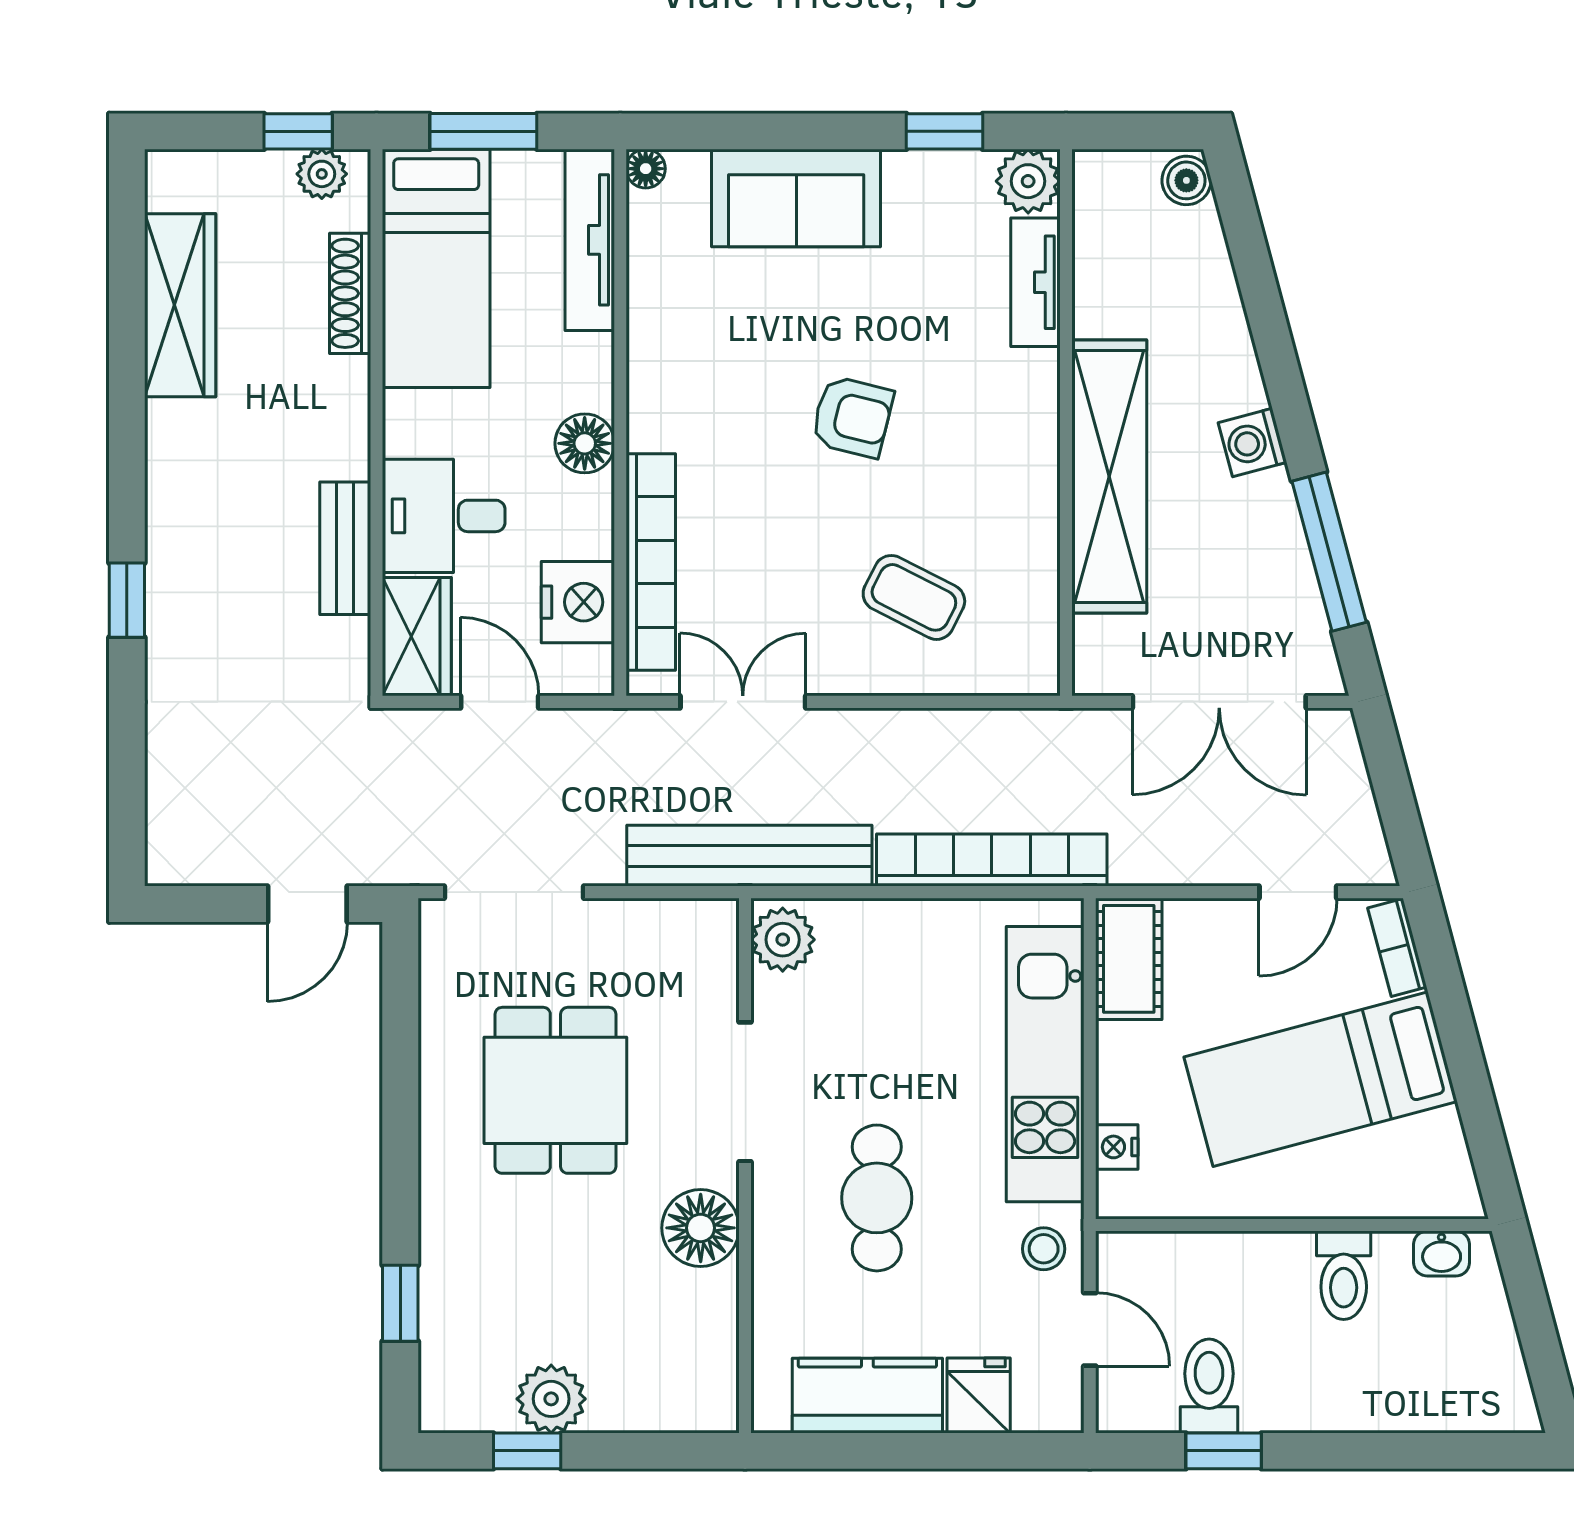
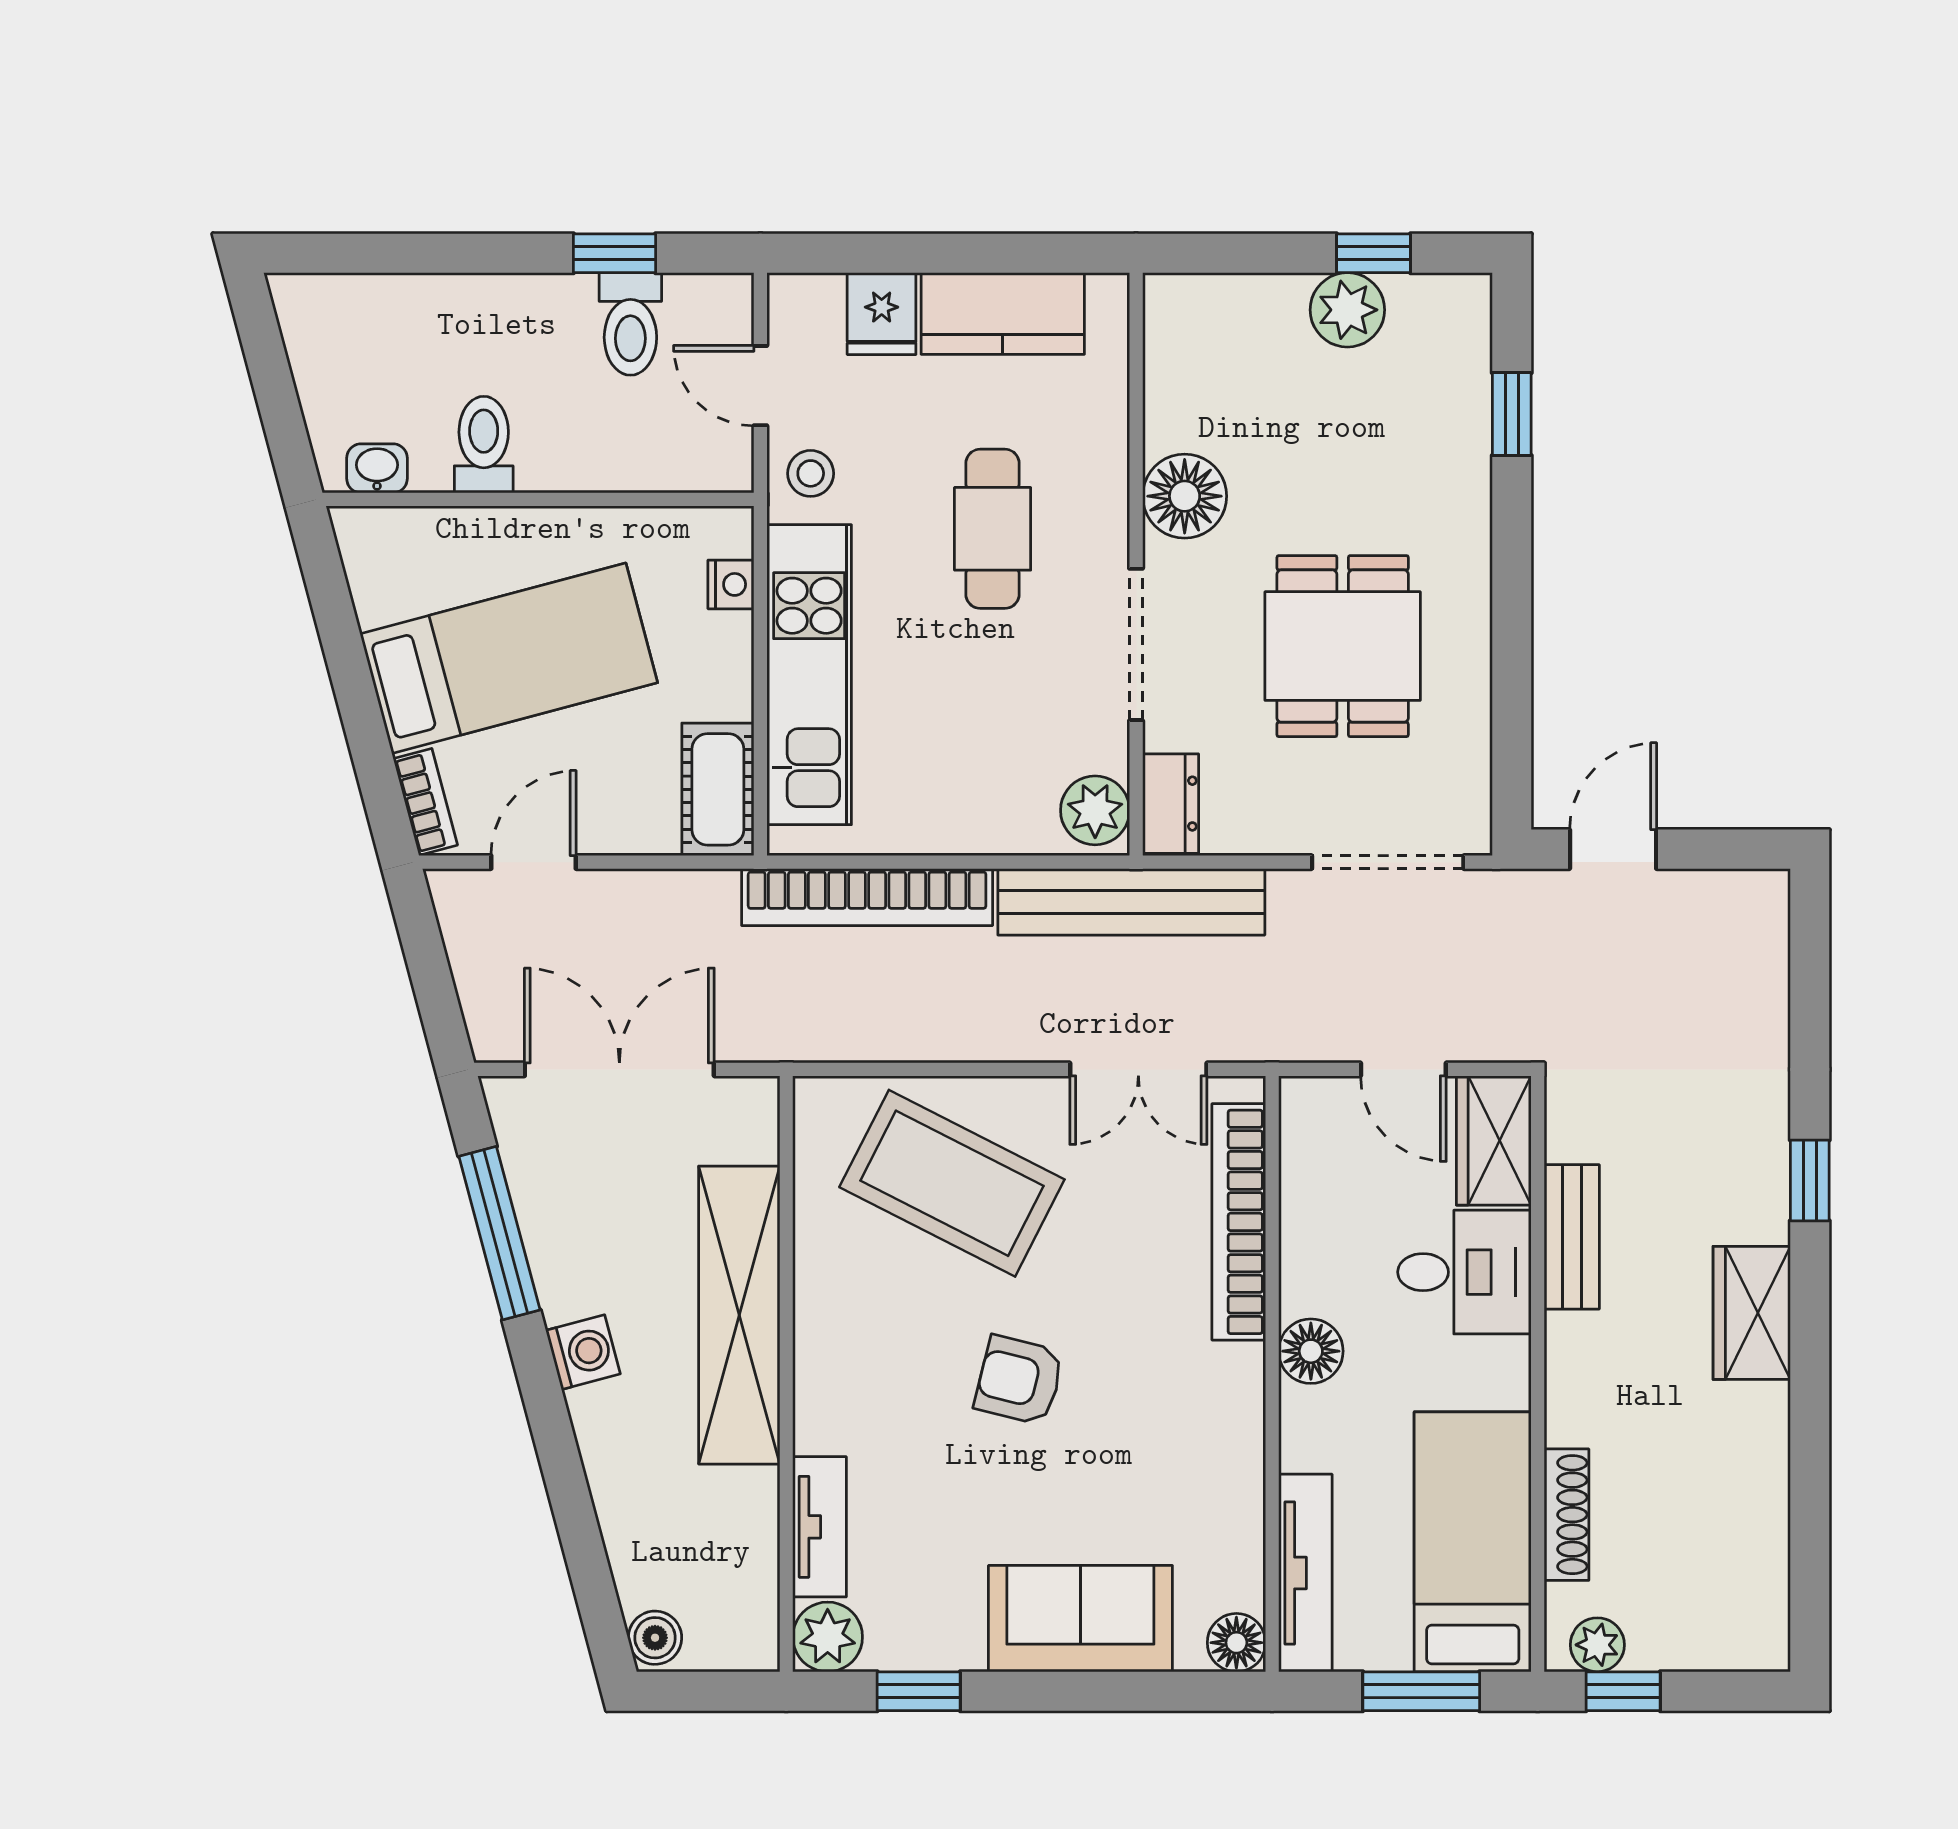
floor lamp: (646, 169) -> (1236, 1643), width x1.37, depth x1.37
wardrobe: (180, 305) -> (1752, 1313), moved, width x0.67
coffee table: (914, 597) -> (952, 1183), width x1.86, depth x1.72
nightstand: (578, 602) -> (1318, 1178), removed
dresser: (713, 946) -> (1171, 804), added

